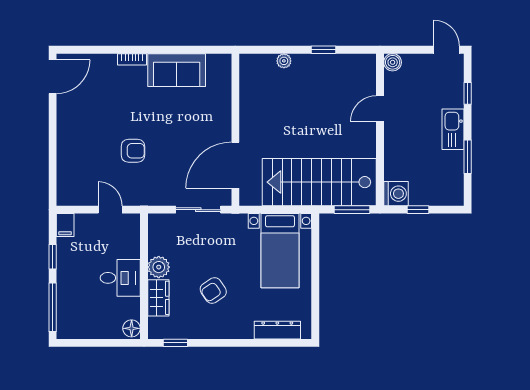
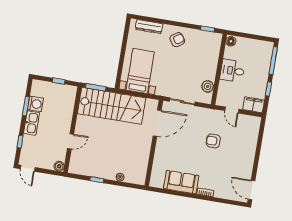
door: (53, 77) -> (252, 190), hinge flipped
washing machine: (396, 194) -> (35, 104), moved, turned 180
filing cabinet: (65, 225) -> (254, 105), width x2.00
plant: (159, 267) -> (208, 86), moved
armchair: (213, 290) -> (177, 40), moved
wardrobe: (158, 298) -> (213, 56), removed

